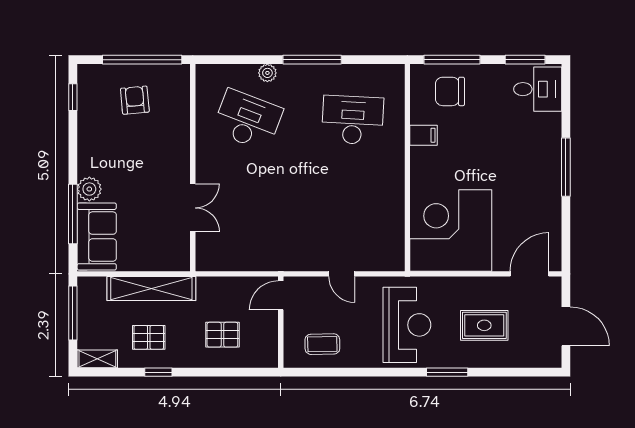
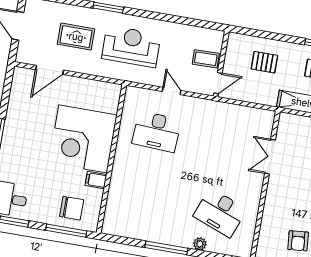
desk: (353, 120) -> (157, 132), moved
corner desk: (451, 230) -> (83, 139), moved, turned 90
door: (529, 274) -> (50, 70), moved
reception desk: (407, 325) -> (131, 46), turned 90
coffee table: (322, 344) -> (206, 59), moved

